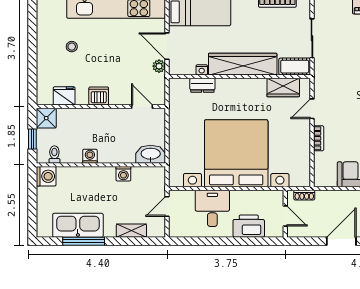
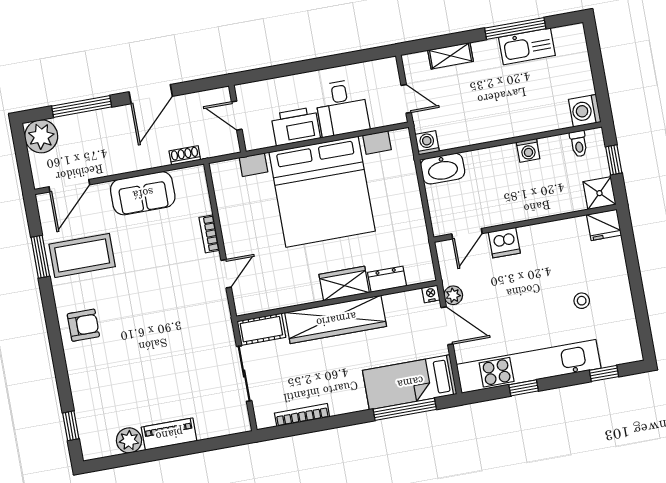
nightstand: (202, 70) -> (431, 294), moved
wardrobe: (283, 88) -> (344, 284), moved
fridge: (64, 96) -> (604, 225), moved
dishwasher: (99, 96) -> (504, 243), moved
door: (142, 107) -> (467, 234), hinge flipped
washing machine: (123, 174) -> (427, 143), moved
shoe rack: (304, 195) -> (185, 155), moved
door: (167, 206) -> (406, 99), hinge flipped
kitchen sink: (78, 225) -> (527, 46), width x0.73, depth x0.81
printer: (249, 226) -> (296, 126), moved, turned 180

